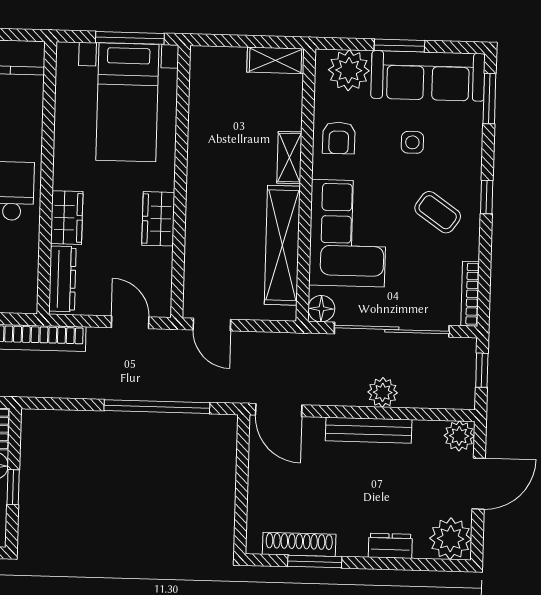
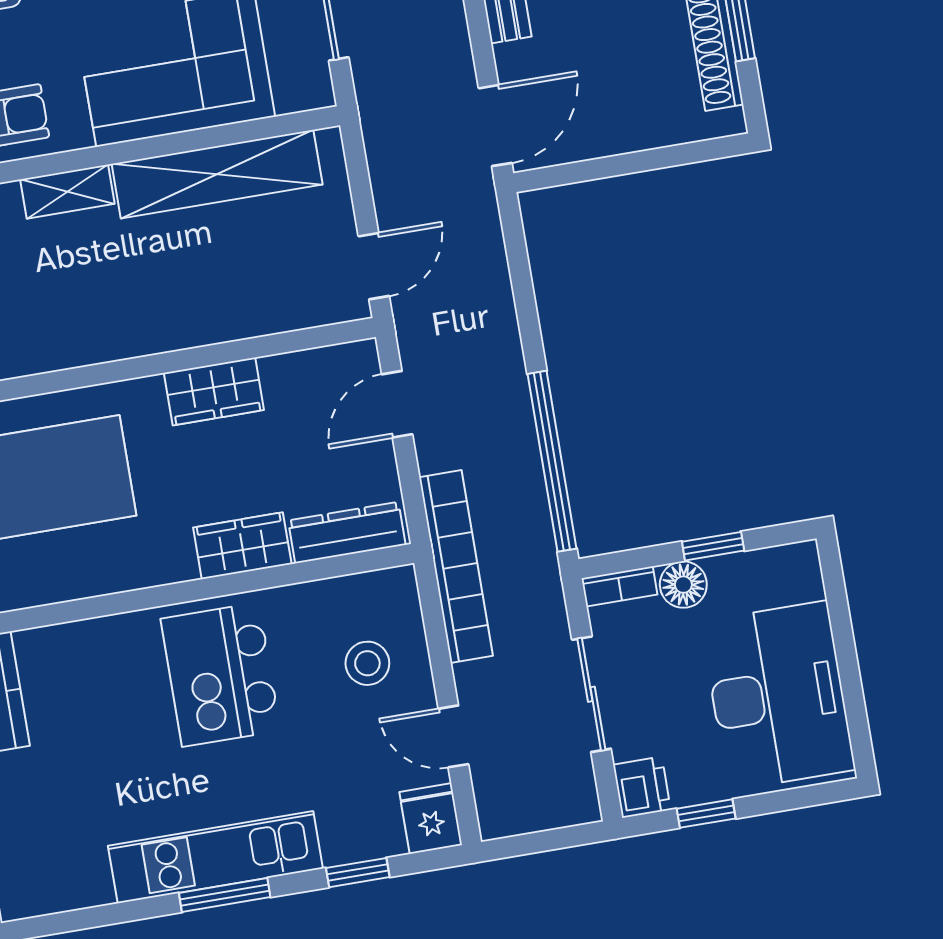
floor lamp: (321, 309) -> (311, 88), removed
window: (157, 407) -> (552, 461), moved

